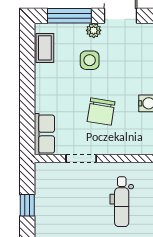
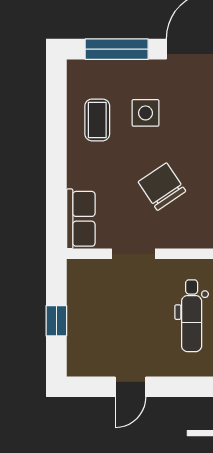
plant: (94, 30) -> (151, 70), removed
coffee table: (45, 48) -> (97, 120), moved
chair: (101, 112) -> (162, 187), turned 137

